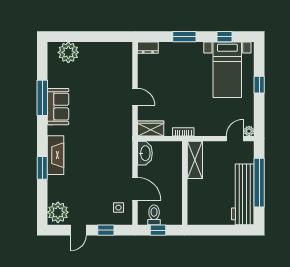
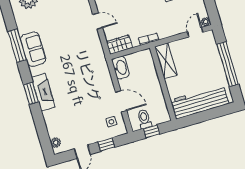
window: (42, 168) -> (31, 93), moved
workbench: (243, 194) -> (200, 102), moved, turned 90
plant: (58, 212) -> (56, 143), width x0.53, depth x0.53

